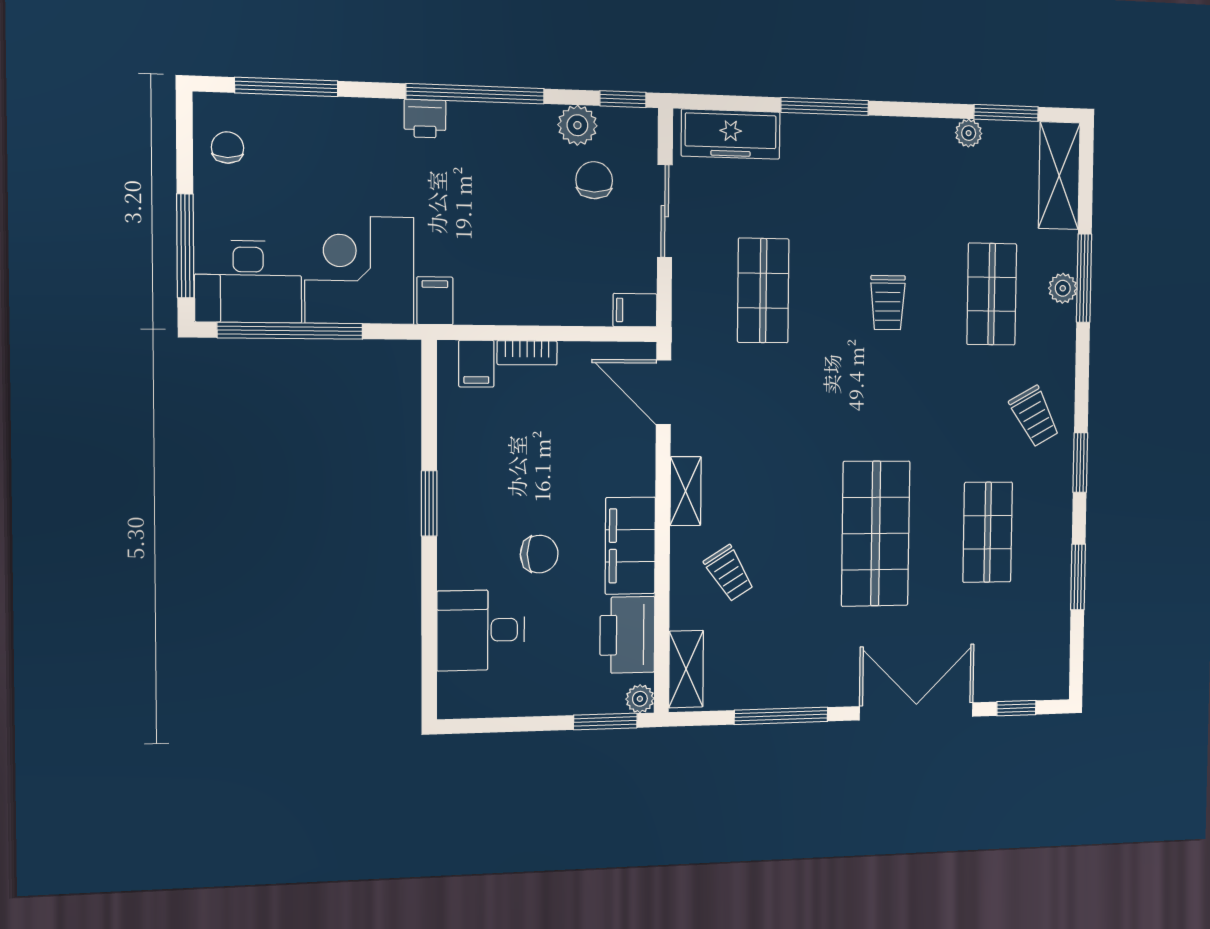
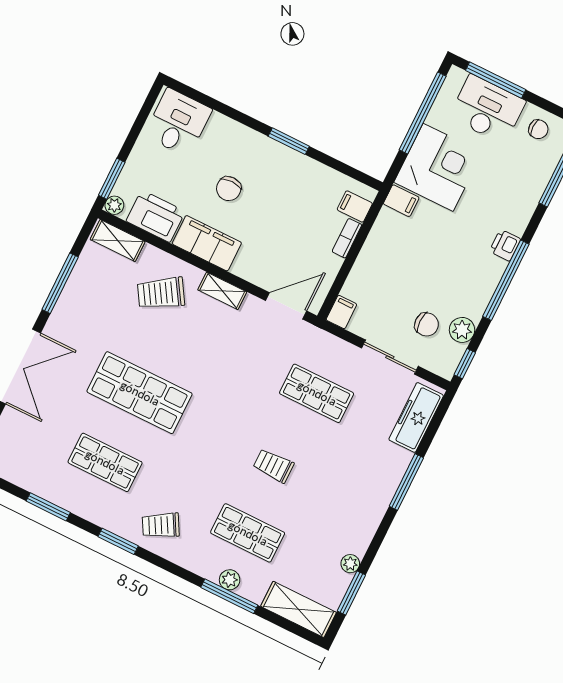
desk: (248, 282) -> (487, 109), moved, turned 90
trolley: (729, 573) -> (161, 293), width x1.36, depth x1.39
desk: (481, 630) -> (178, 122), moved

